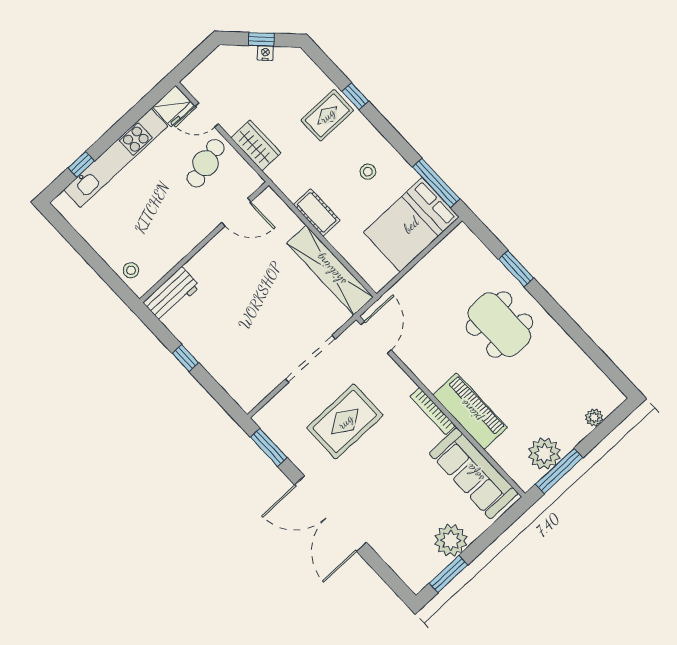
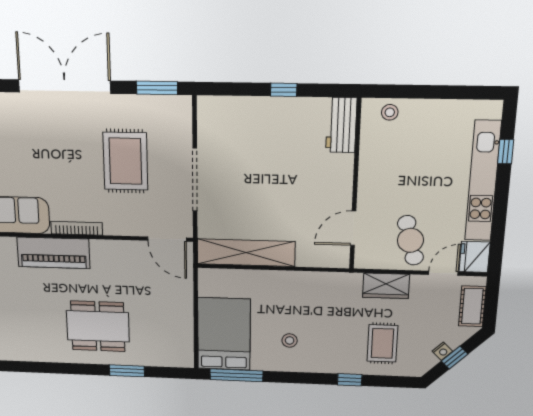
rug: (327, 115) -> (382, 343), moved
cot: (317, 212) -> (472, 306), moved, turned 90

